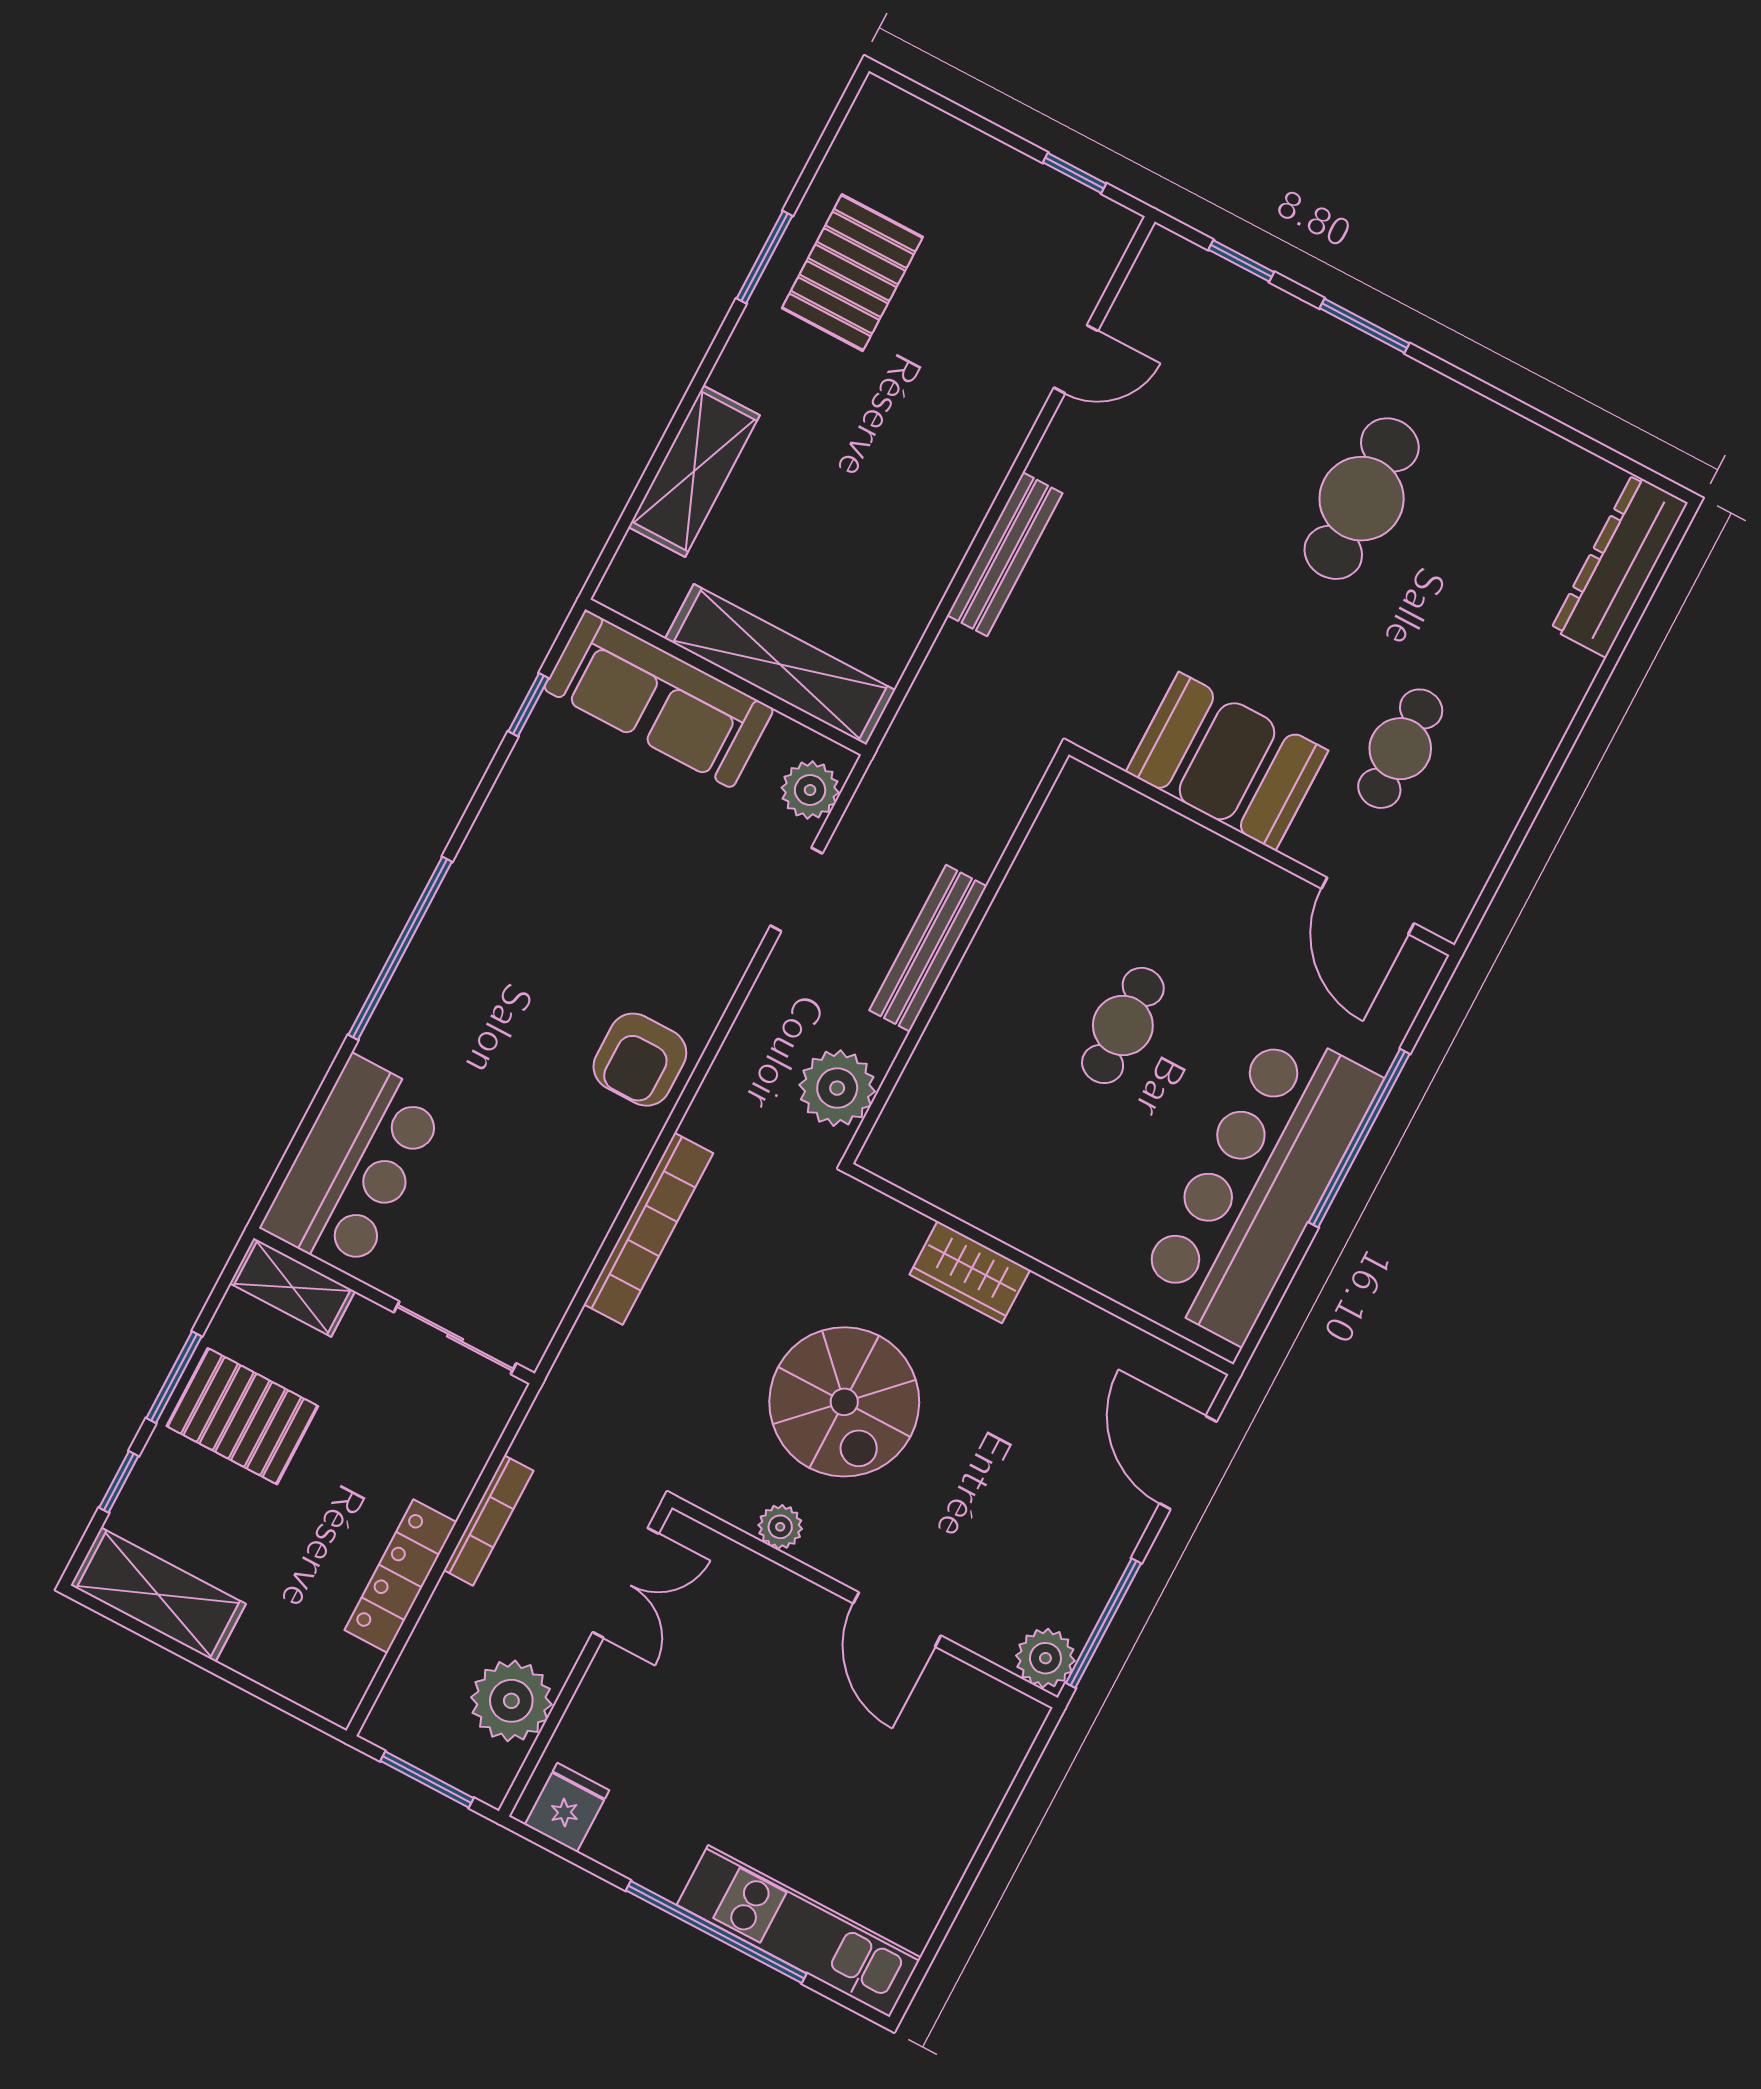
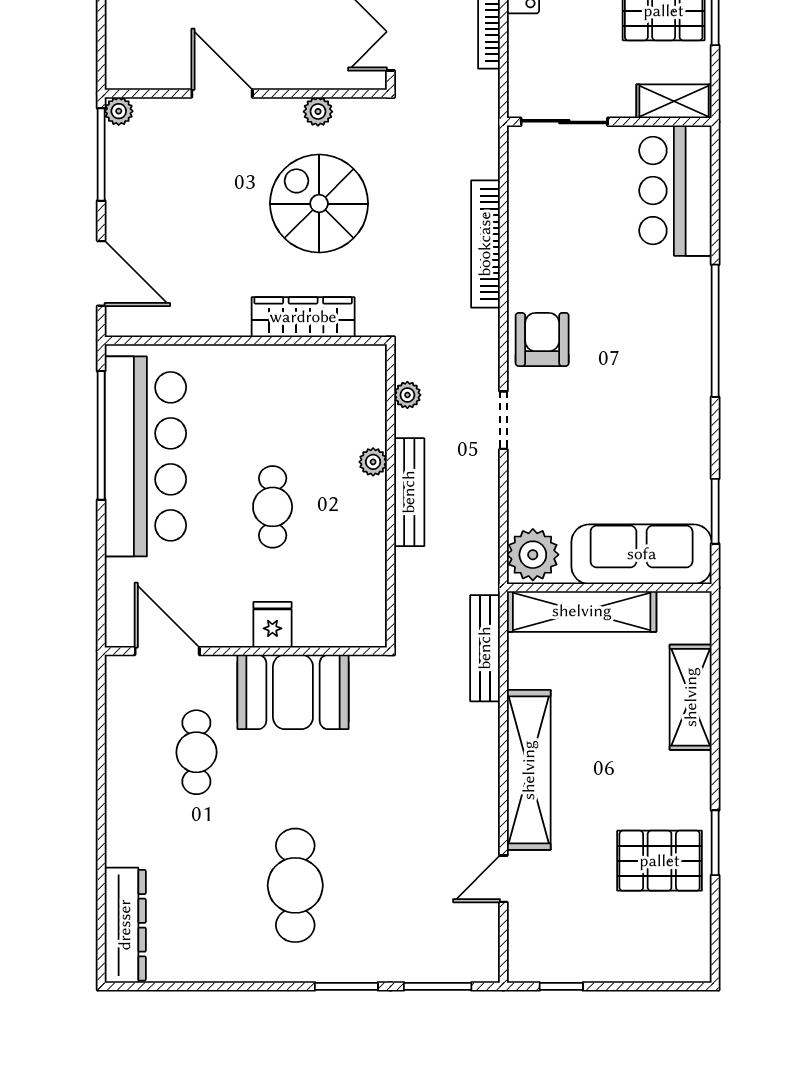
window: (1241, 261) -> (438, 986), width x1.50
pallet: (852, 273) -> (660, 861), turned 90
shelving: (964, 488) -> (529, 770), added
bench: (1005, 554) -> (485, 648), moved
window: (529, 705) -> (715, 511), width x1.50
plant: (810, 790) -> (533, 555), width x1.36, depth x1.36
fridge: (1207, 866) -> (272, 625), added
doorway: (796, 890) -> (503, 420), moved
plant: (955, 1015) -> (373, 462), added
plant: (837, 1088) -> (407, 395), width x0.53, depth x0.53
window: (1359, 1138) -> (101, 435), moved
wardrobe: (970, 1272) -> (303, 317), width x1.50
plant: (1045, 1658) -> (119, 111), width x0.73, depth x0.73

